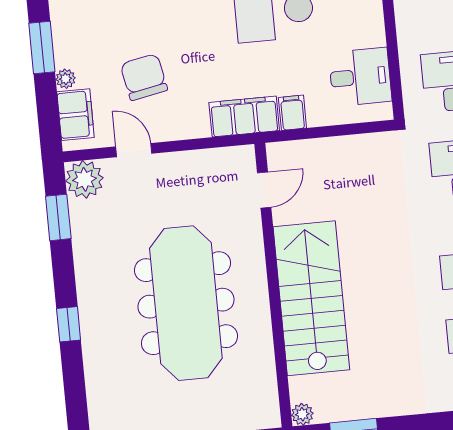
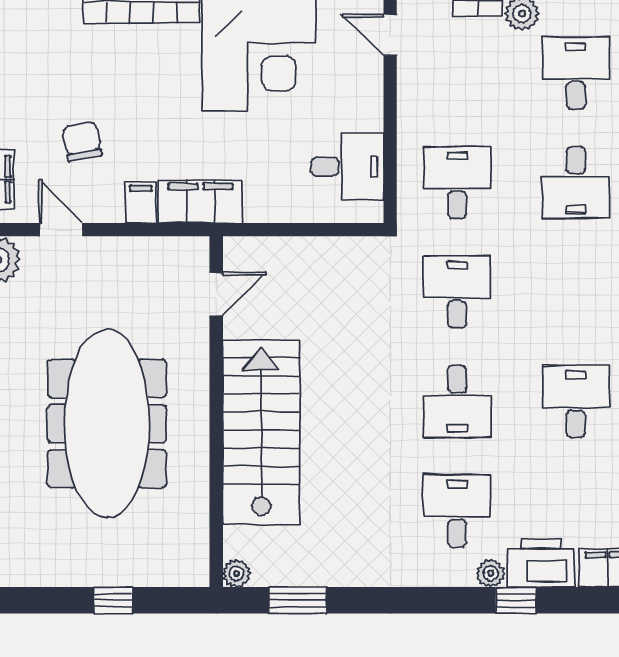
chair: (144, 77) -> (82, 141), width x0.73, depth x0.73
filing cabinet: (292, 113) -> (141, 203), moved

